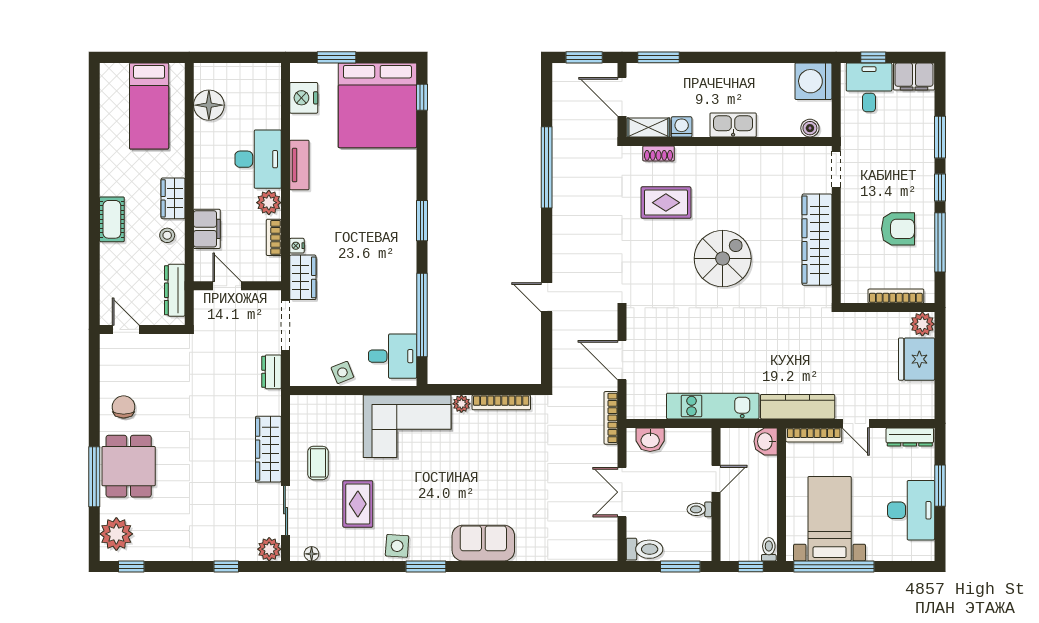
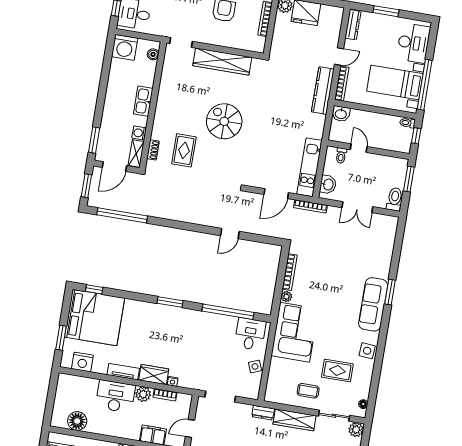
window: (547, 167) -> (122, 215), moved
wardrobe: (303, 277) -> (154, 375), moved
dresser: (271, 372) -> (263, 413), moved
kitchen unit: (713, 406) -> (310, 167), moved
toilet: (699, 509) -> (341, 156), moved
desk: (911, 510) -> (413, 43), moved, turned 90
sofa: (483, 543) -> (373, 304), width x1.36
window: (426, 567) -> (390, 292), moved

